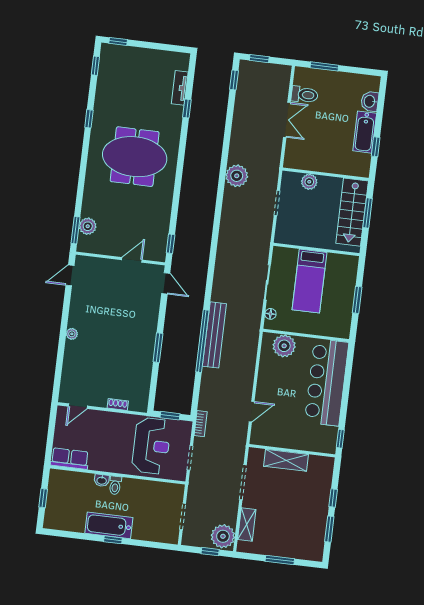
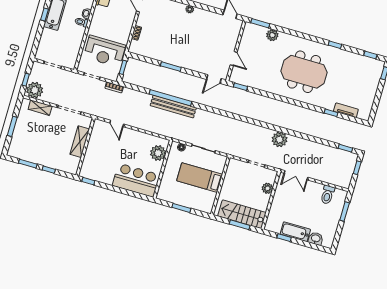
double door: (287, 120) -> (296, 175), moved
meeting table: (135, 157) -> (304, 72), turned 90
plant: (88, 226) -> (272, 35), moved
bar counter: (327, 382) -> (136, 180), width x0.73

